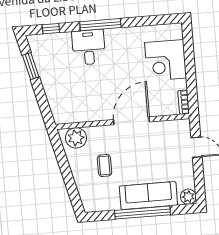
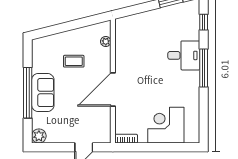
door: (132, 121) -> (113, 89), swing flipped
plant: (76, 138) -> (106, 42), width x0.53, depth x0.53
sofa: (148, 196) -> (43, 93), width x0.73

